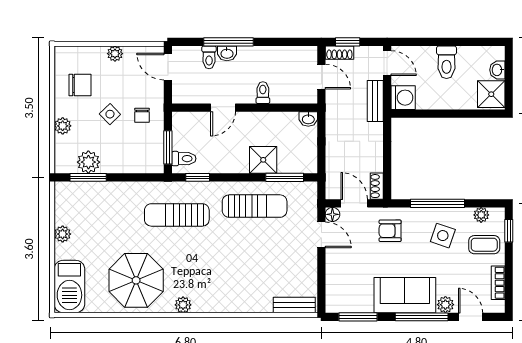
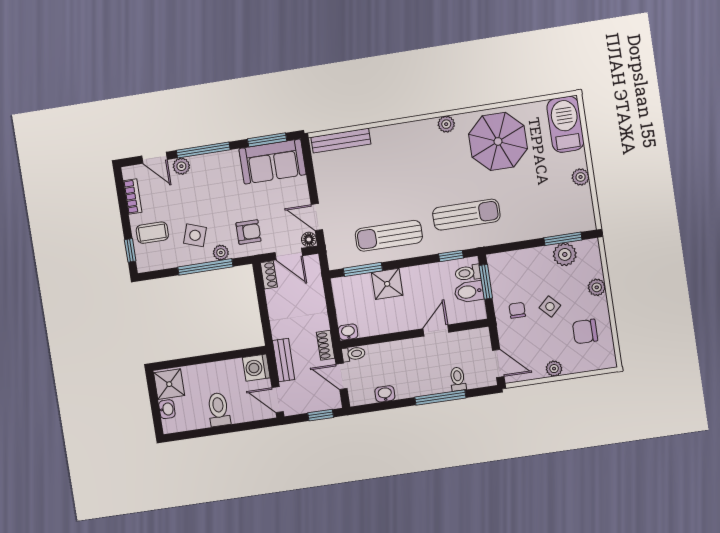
washbasin: (227, 53) -> (385, 394), moved
shoe rack: (339, 53) -> (326, 345), moved, turned -90
toilet: (263, 93) -> (353, 354), moved, turned -90
bidet: (186, 140) -> (469, 292), added
plant: (481, 215) -> (221, 253), moved
sofa: (405, 295) -> (272, 162), moved
bench: (294, 305) -> (341, 141), width x1.36

